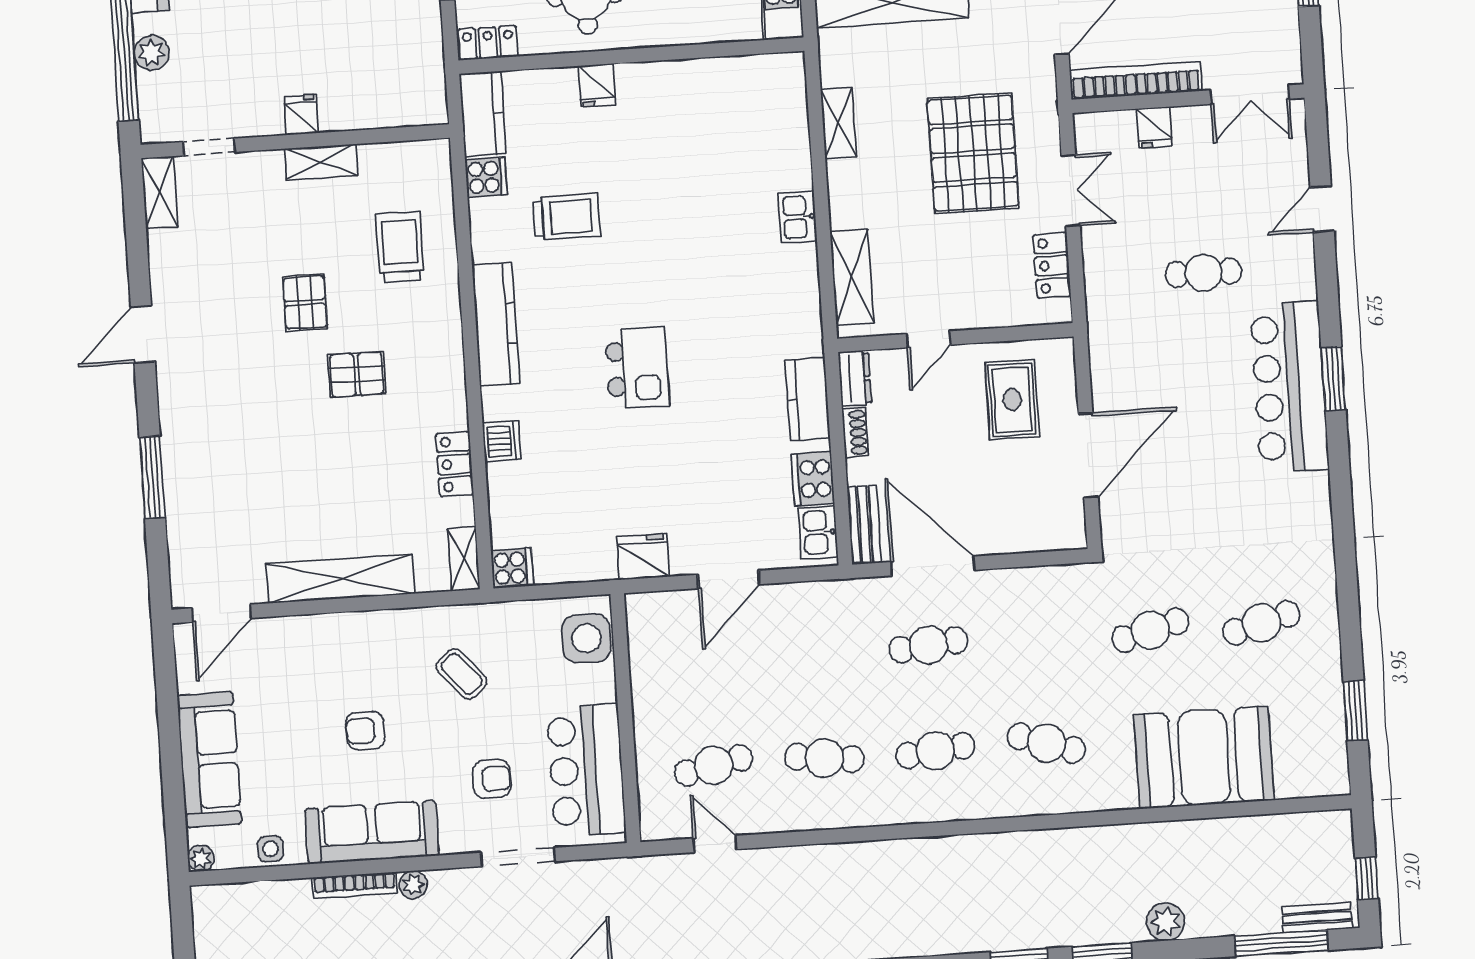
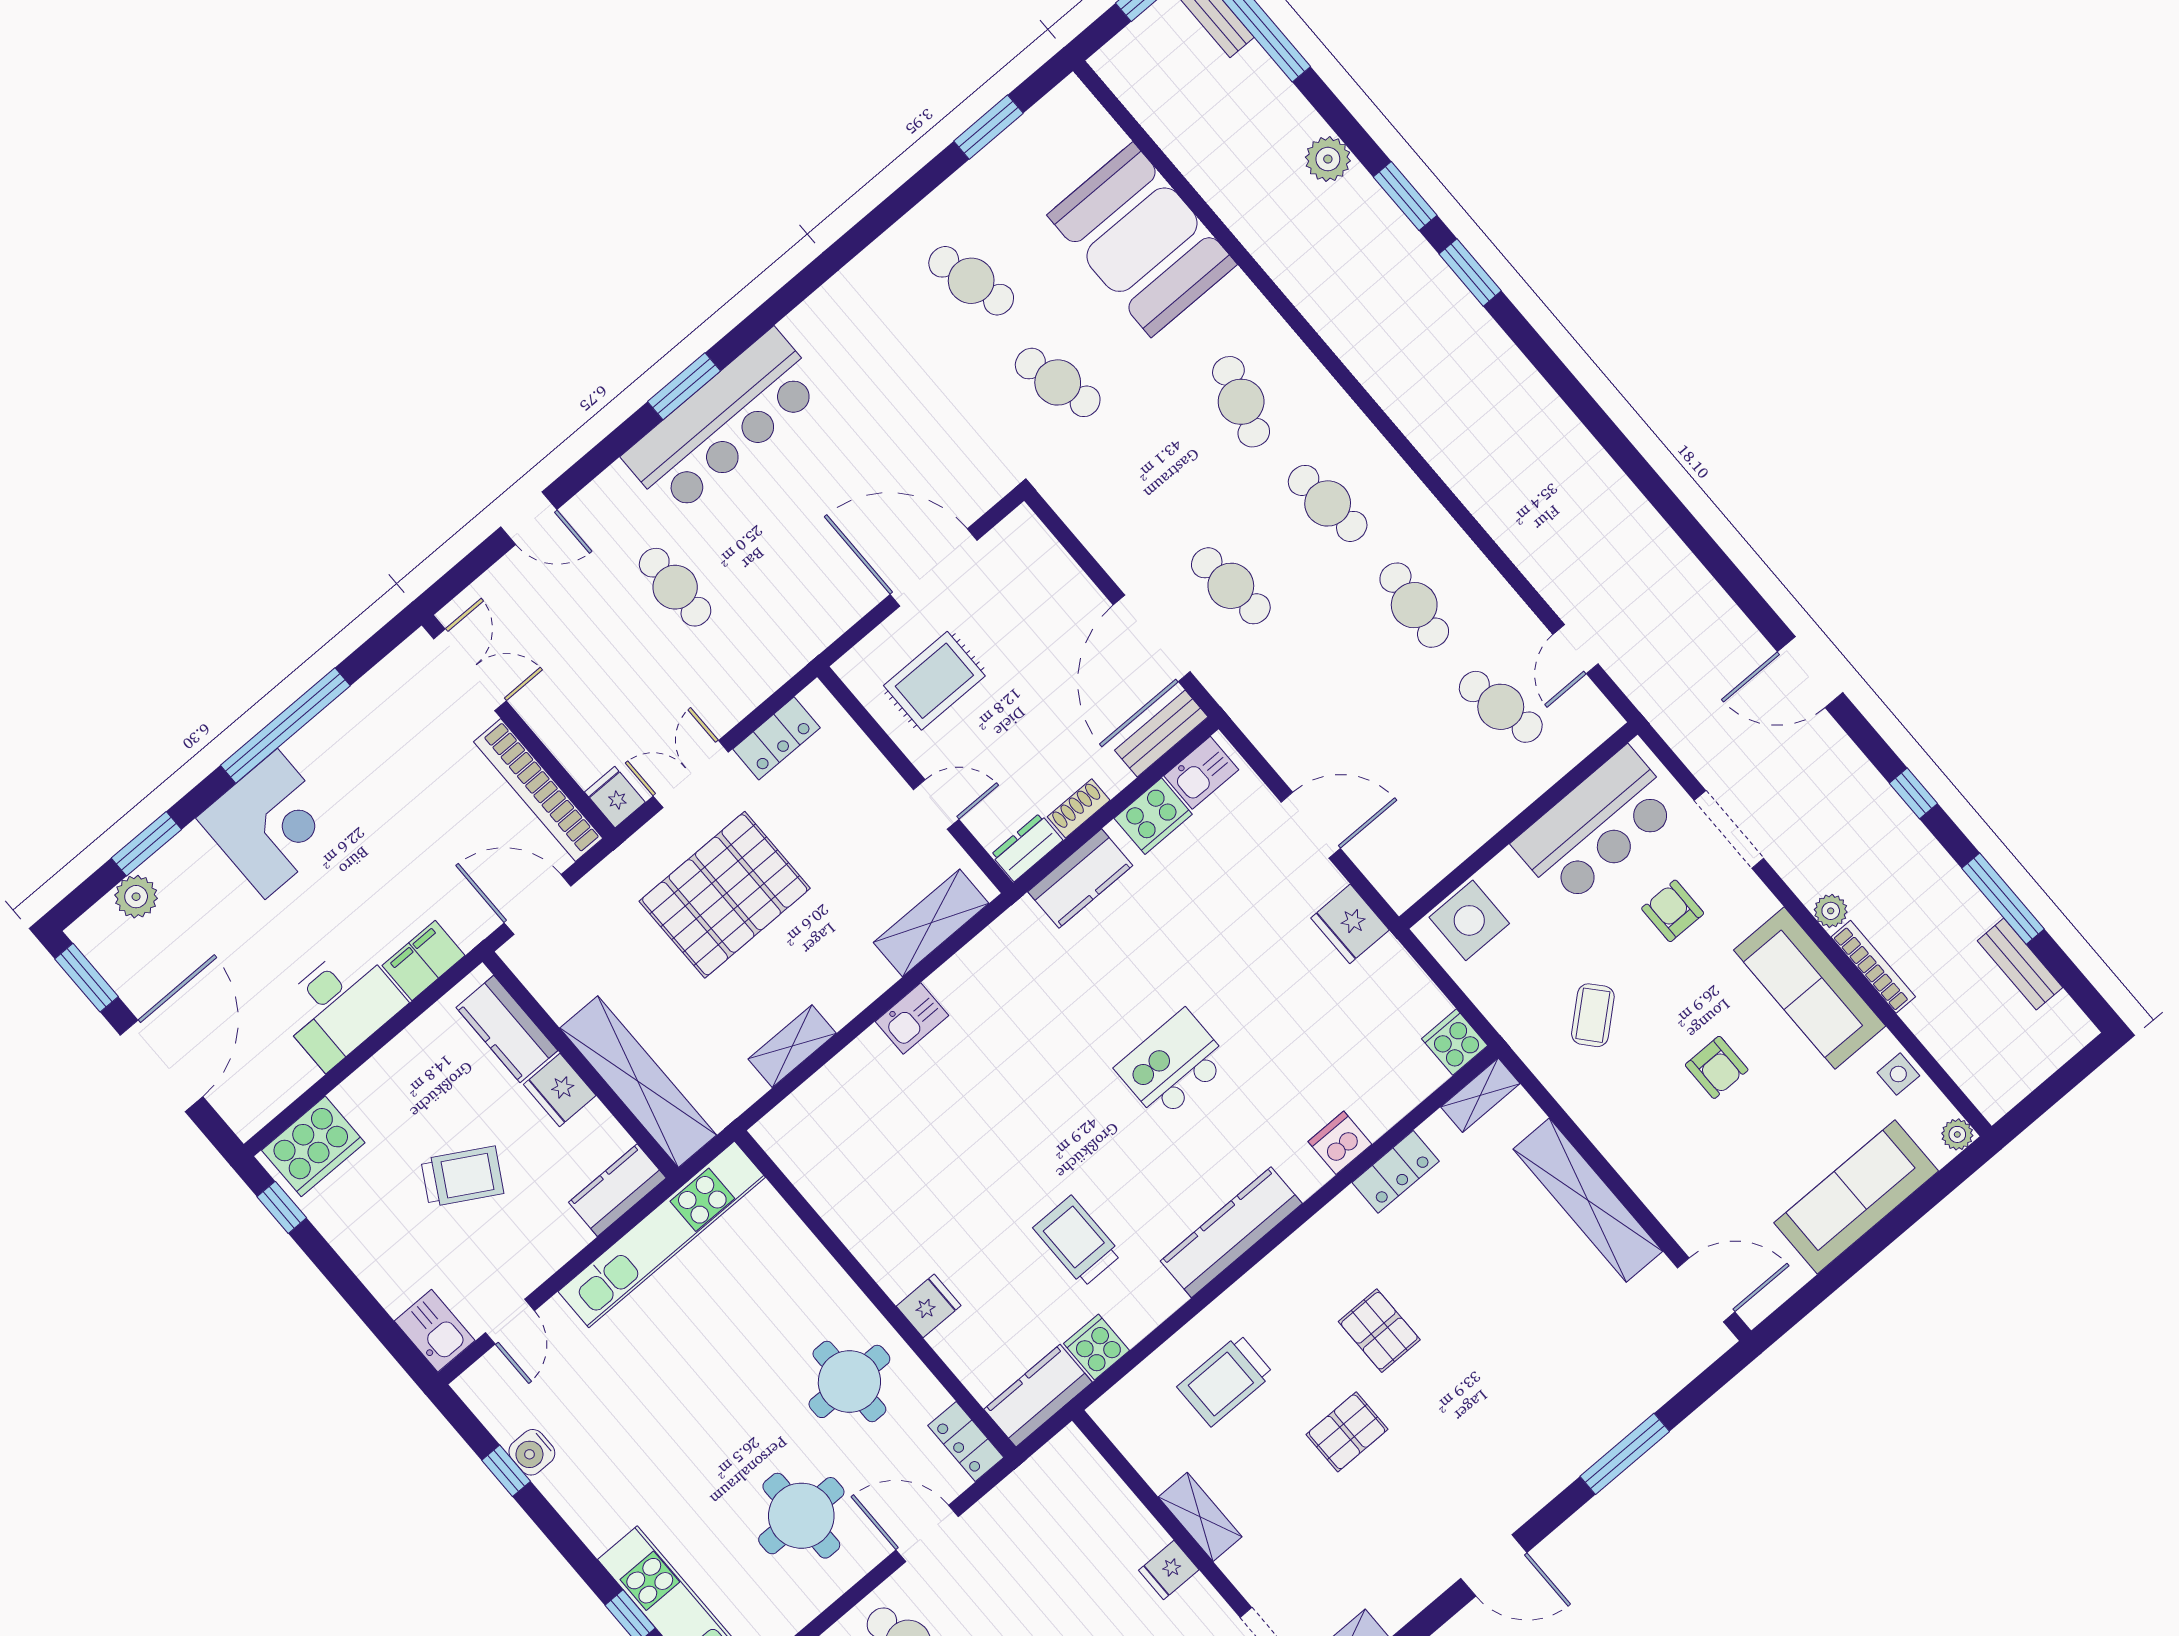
fridge: (1154, 127) -> (615, 797), moved, turned -90

